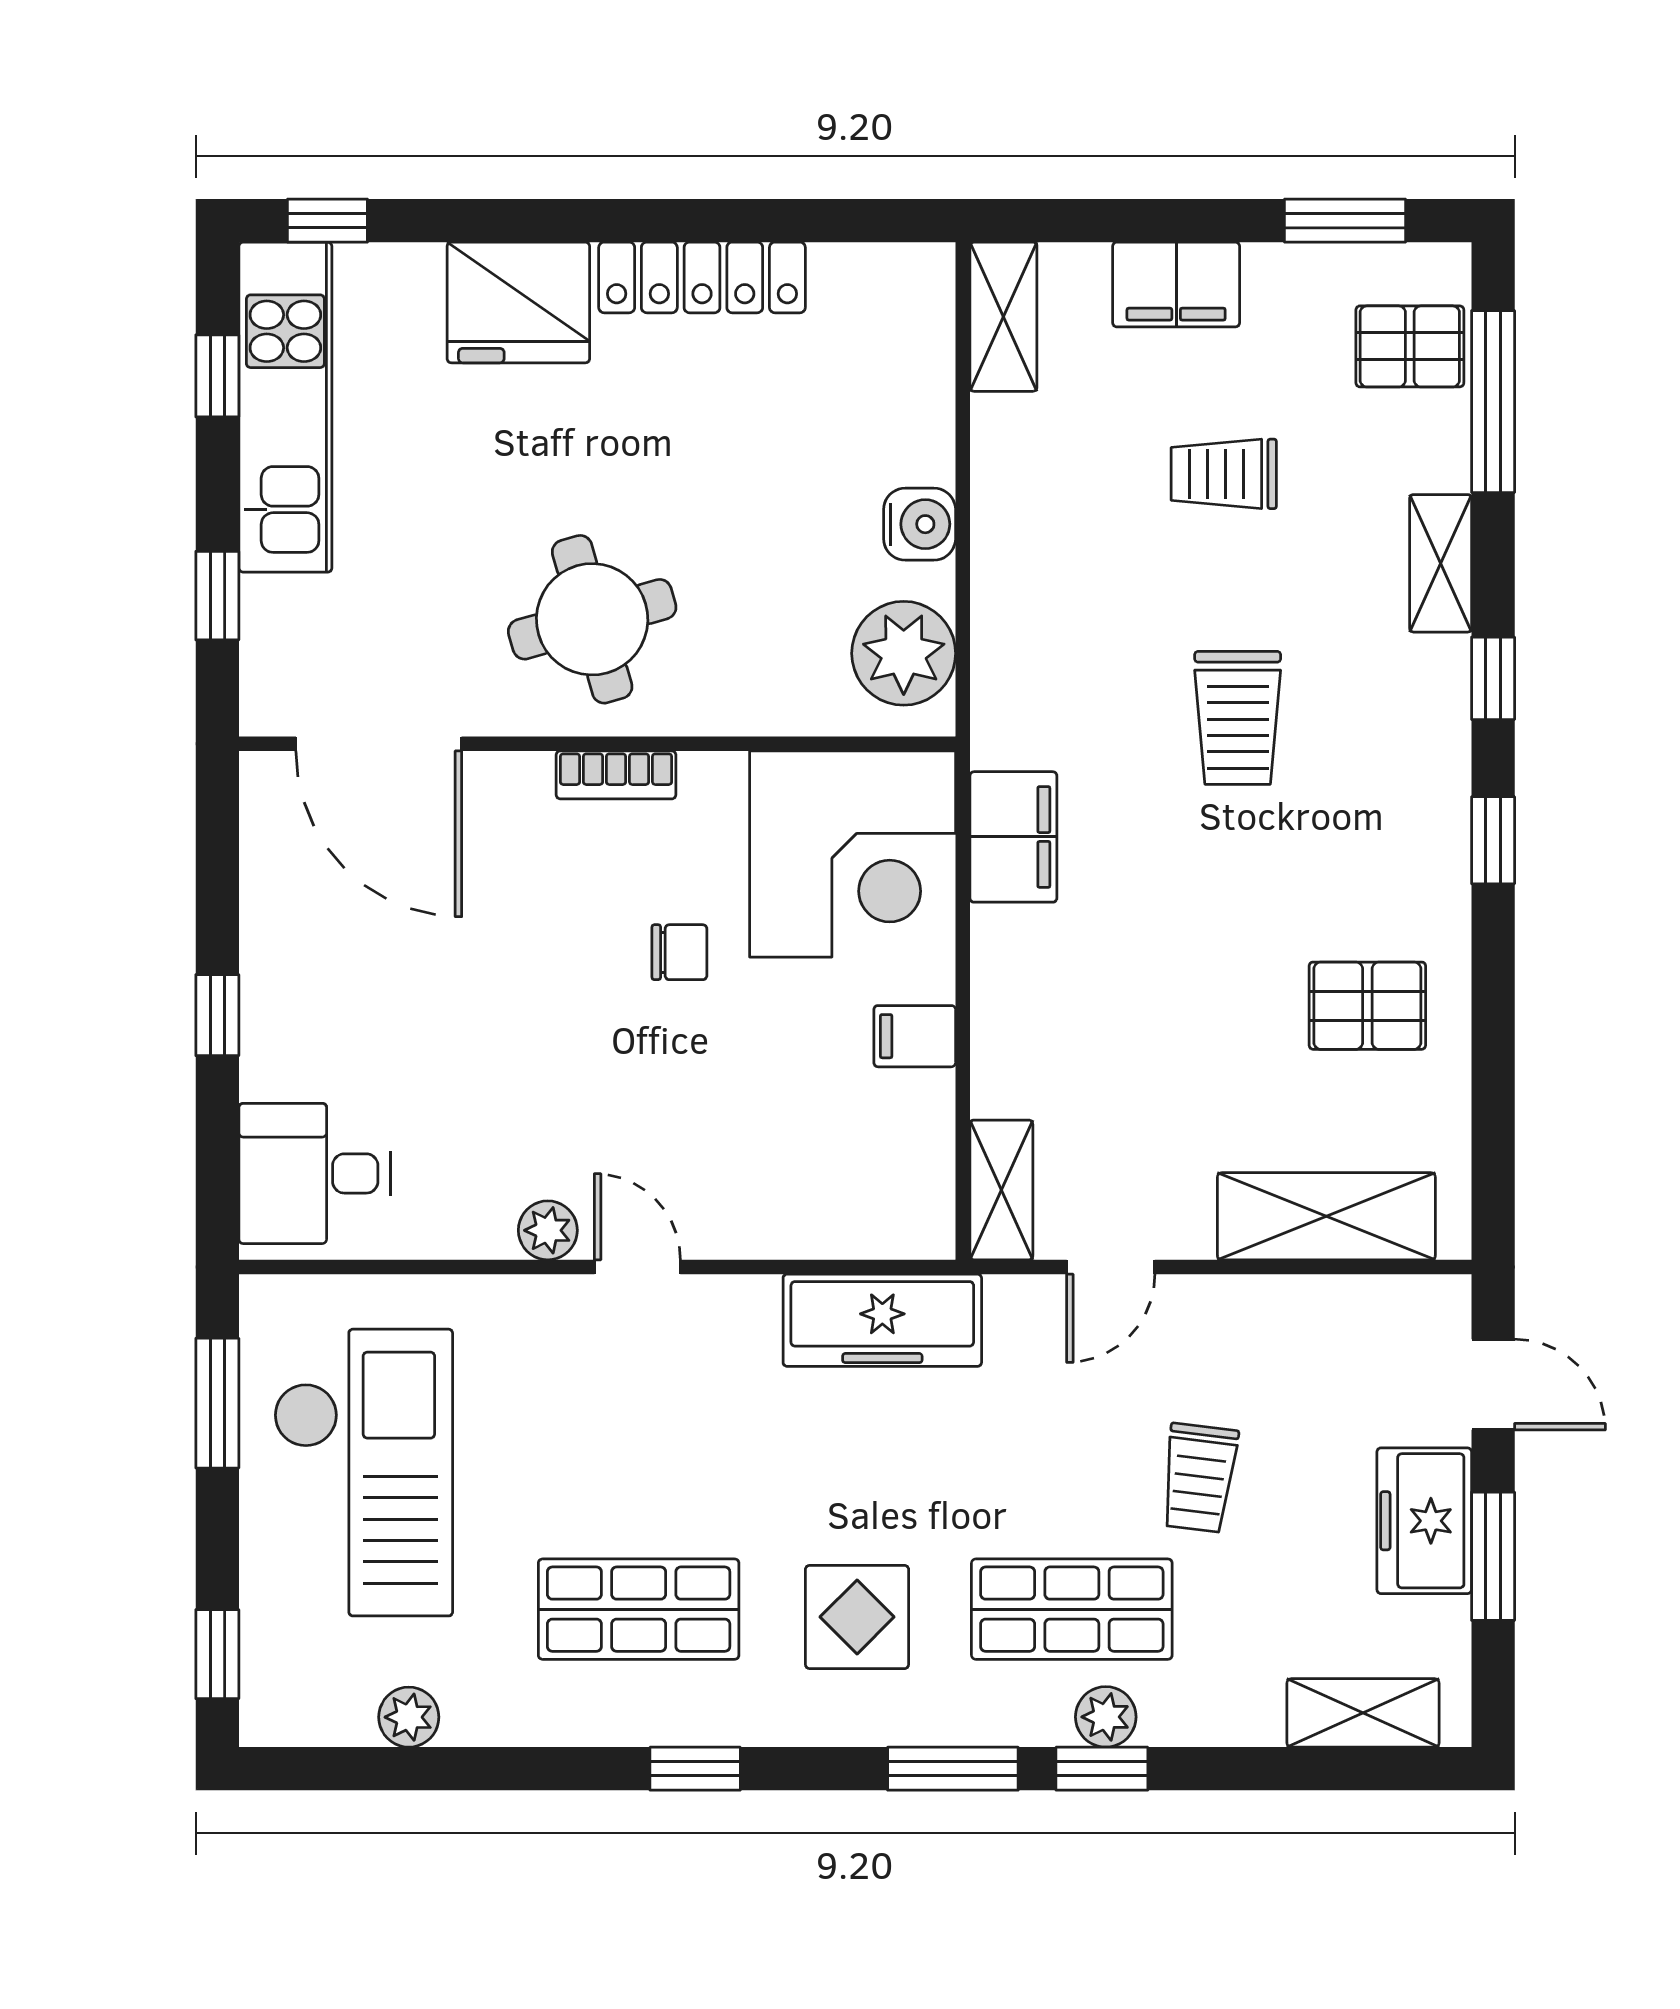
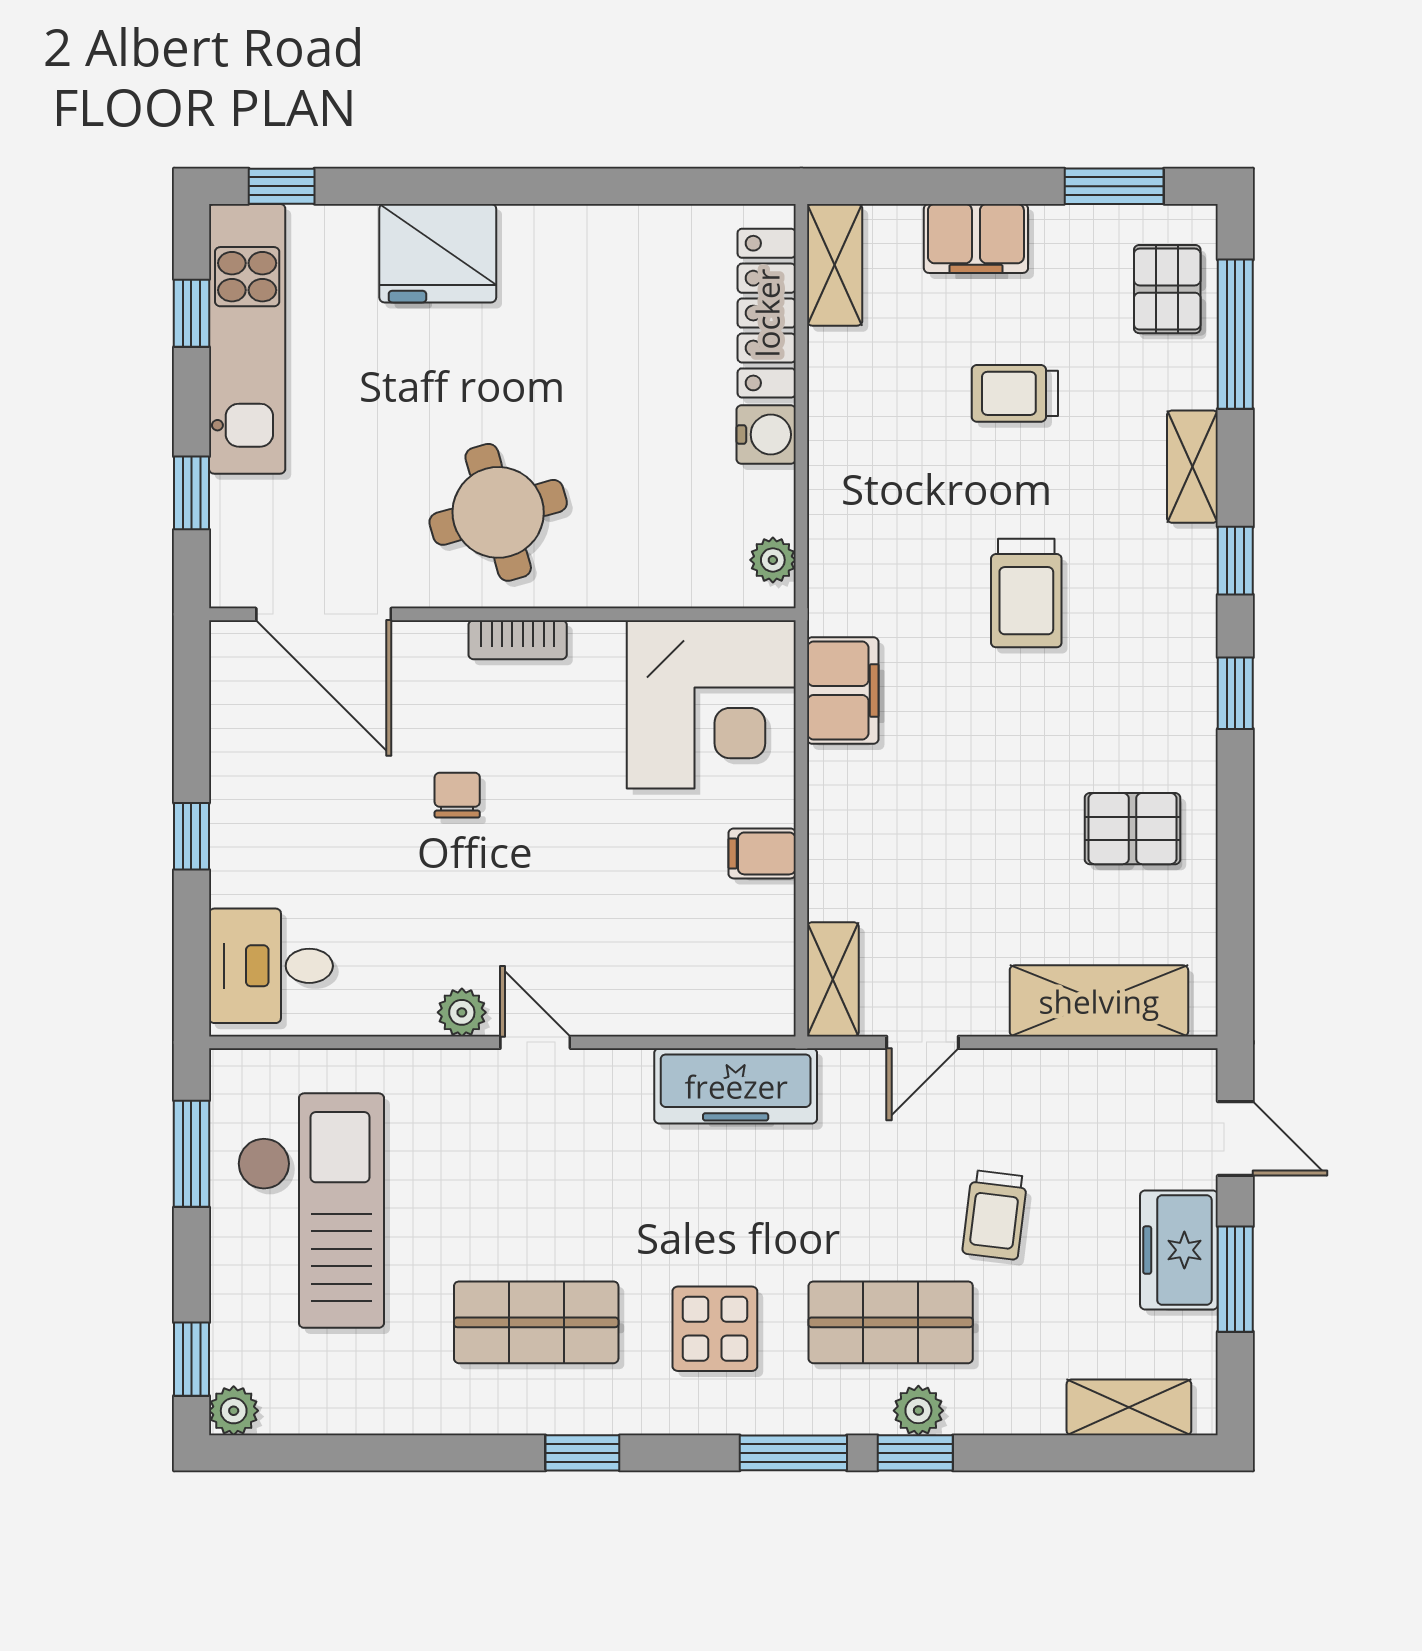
locker: (702, 277) -> (767, 313), moved, turned 90
pallet: (1410, 346) -> (1167, 289), turned 90
plant: (904, 653) -> (773, 560), width x0.53, depth x0.53
chair: (679, 952) -> (457, 795), moved, turned -90
plant: (409, 1717) -> (234, 1411), moved

